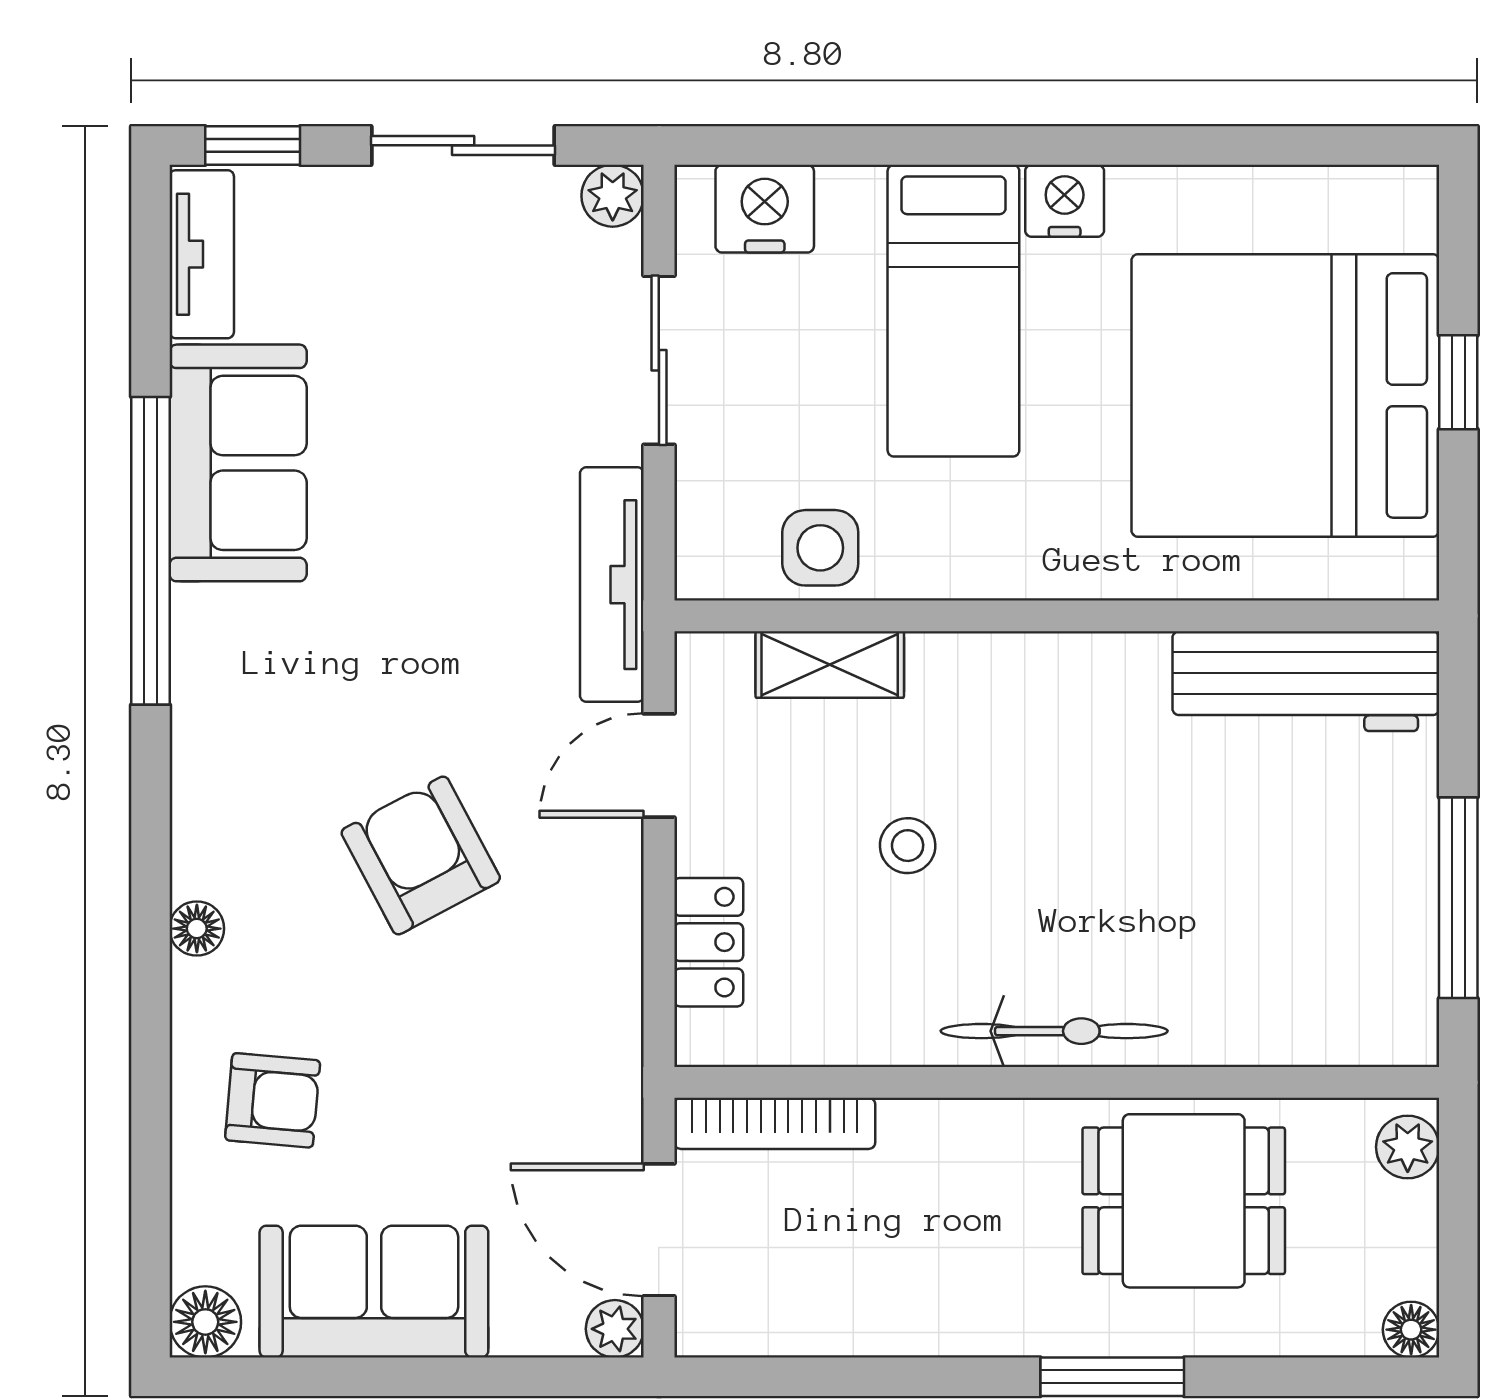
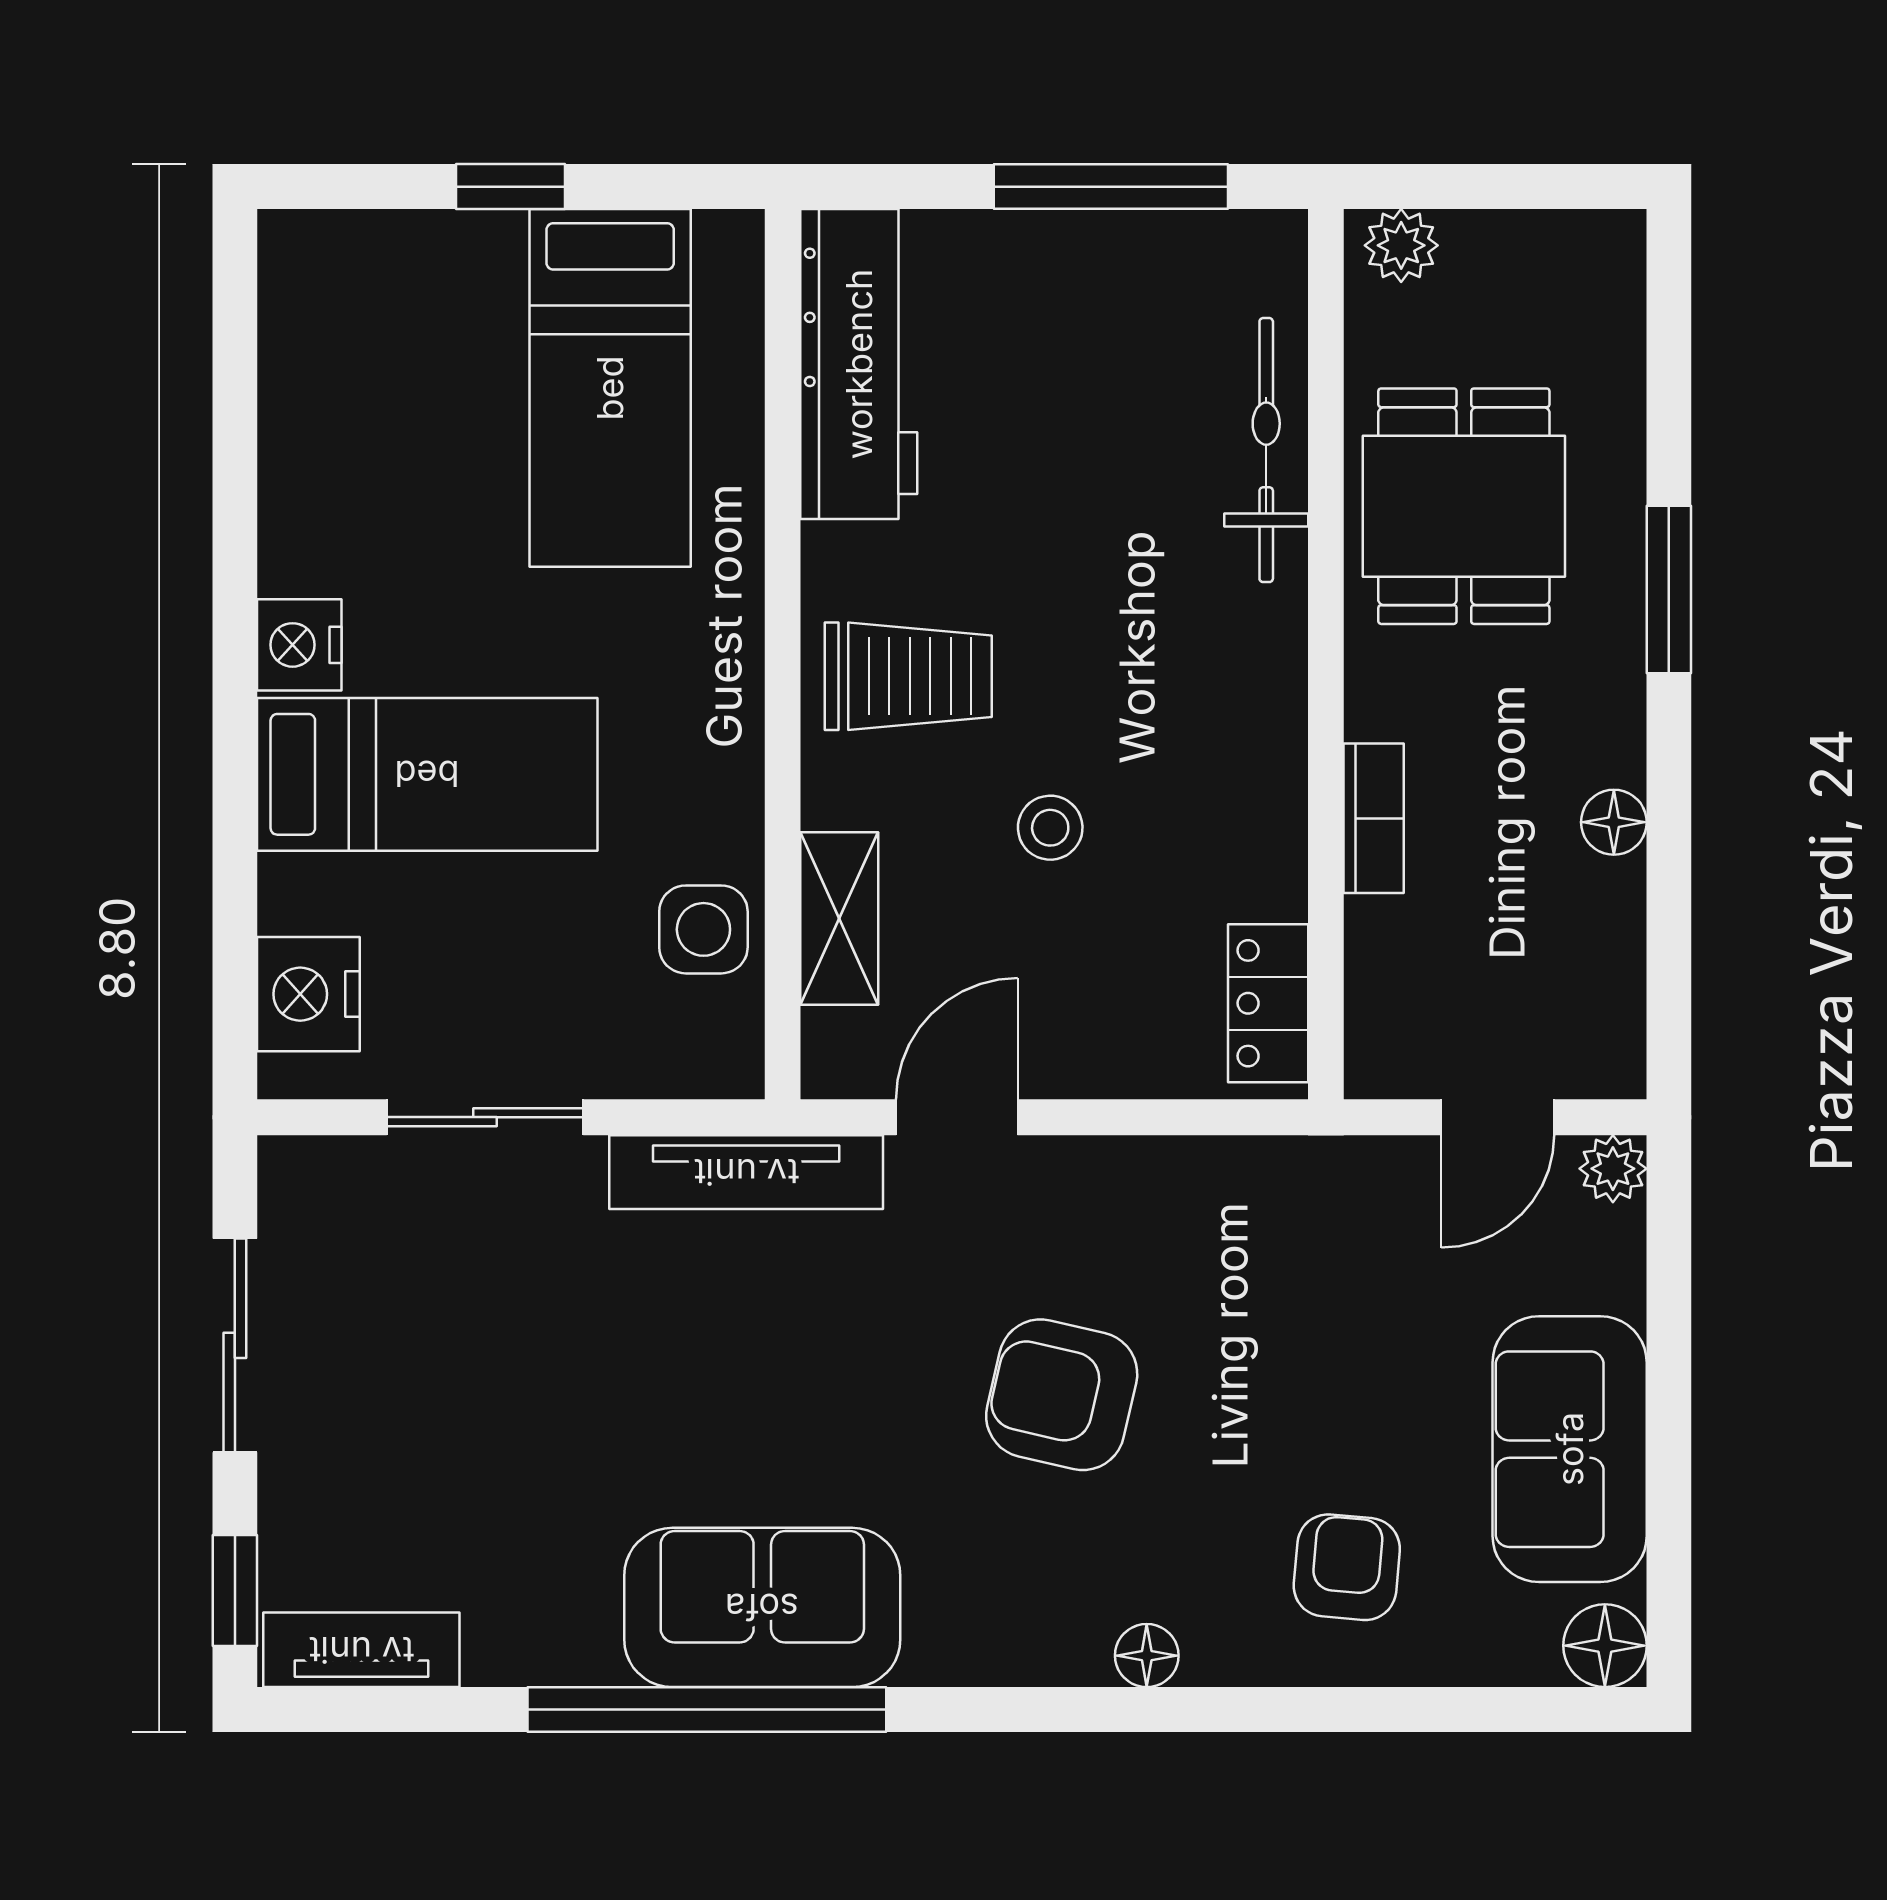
plant: (613, 196) -> (293, 1171), removed
bed: (1285, 395) -> (610, 388), width x0.49
sofa: (238, 463) -> (762, 1607), moved
trolley: (1038, 724) -> (908, 676), added
door: (659, 766) -> (957, 1117), swing flipped
armchair: (421, 855) -> (1062, 1395), turned 41
locker: (709, 942) -> (1268, 1003), moved, turned -90
bicycle: (1054, 1031) -> (1266, 450), moved
bookcase: (775, 1123) -> (1374, 818), moved, width x0.64
door: (659, 1230) -> (1498, 1117), width x0.73
floor lamp: (1411, 1330) -> (1614, 822), moved

